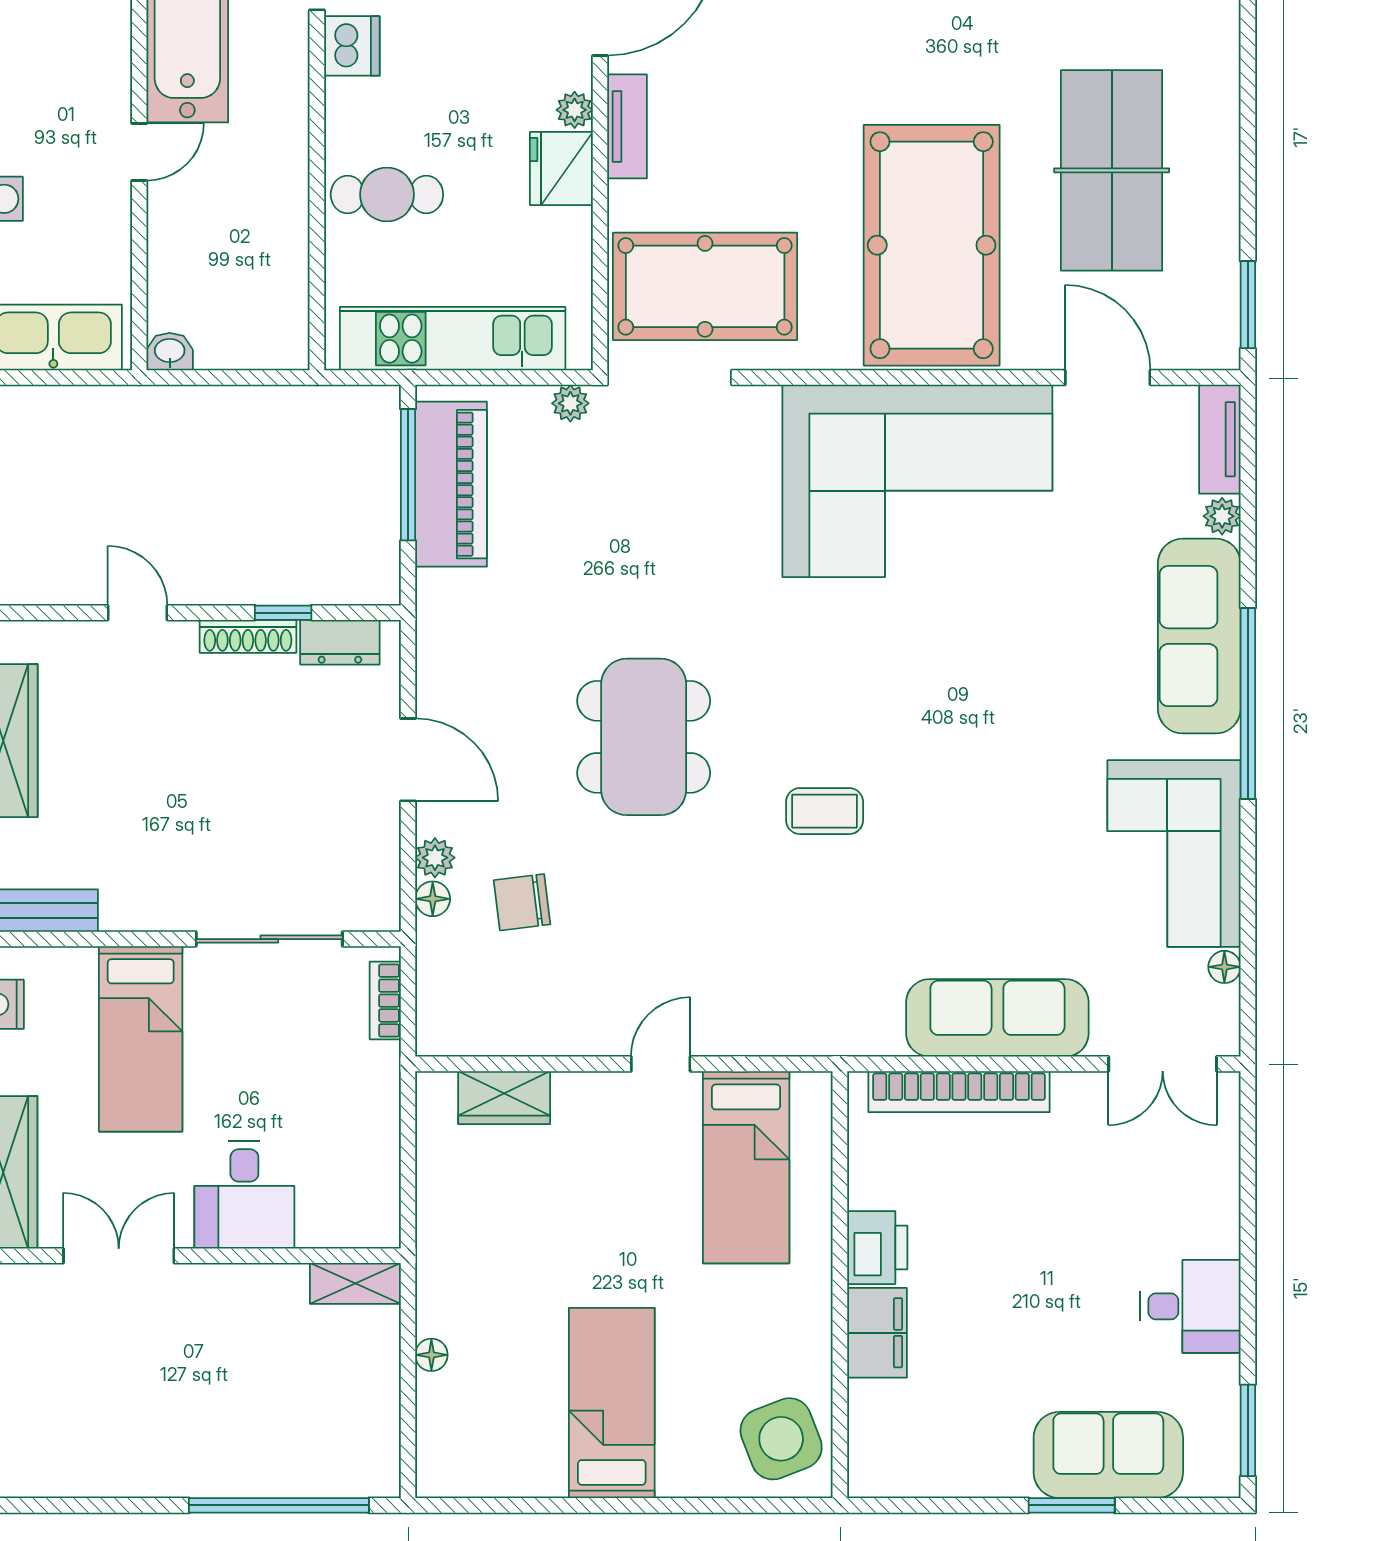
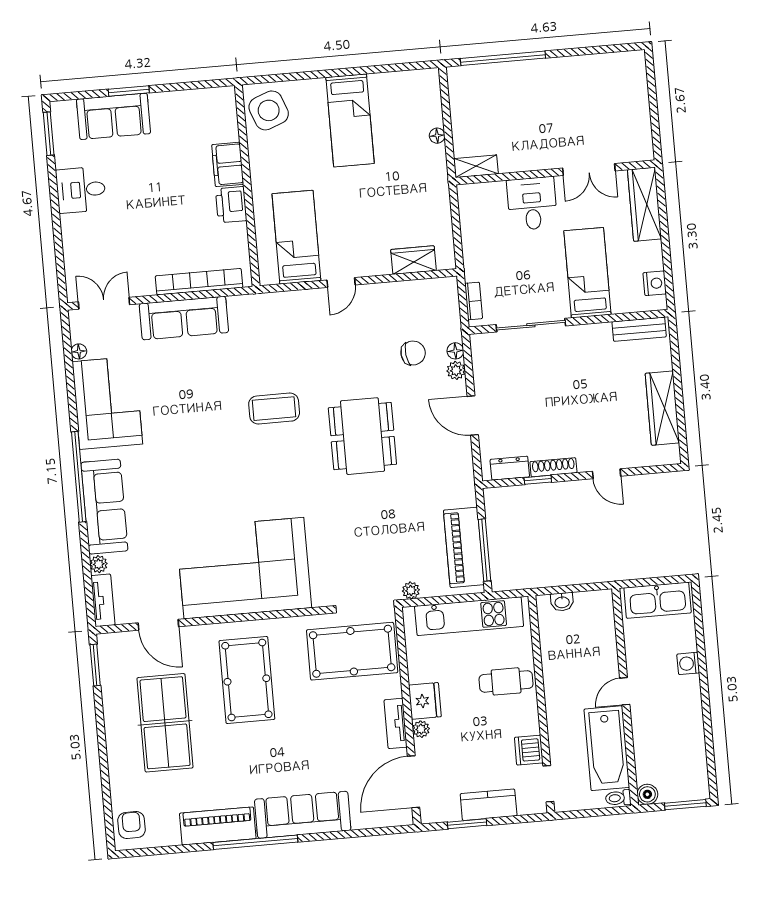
pool table: (932, 245) -> (247, 680), width x0.73, depth x0.76
washbasin: (170, 352) -> (562, 602), moved
coffee table: (825, 811) -> (274, 409), width x1.36, depth x1.30

